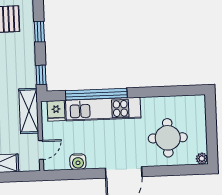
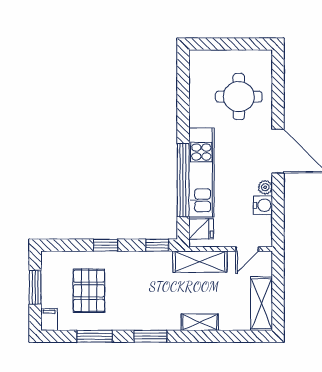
door: (41, 150) -> (247, 249), swing flipped
plant: (202, 159) -> (265, 187), moved

